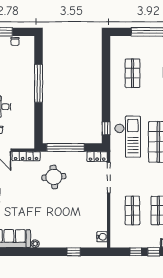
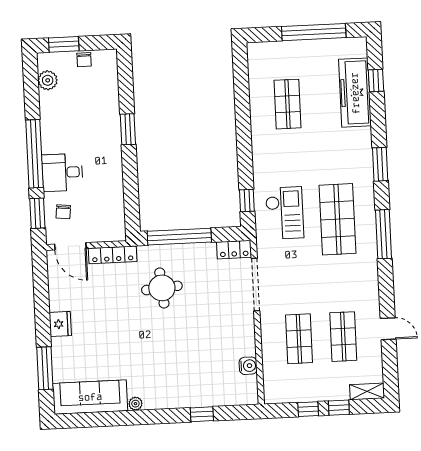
window: (39, 83) -> (128, 129), width x0.47
checkout: (128, 137) -> (285, 213), width x0.73, depth x0.83
water cooler: (102, 237) -> (248, 366), moved

